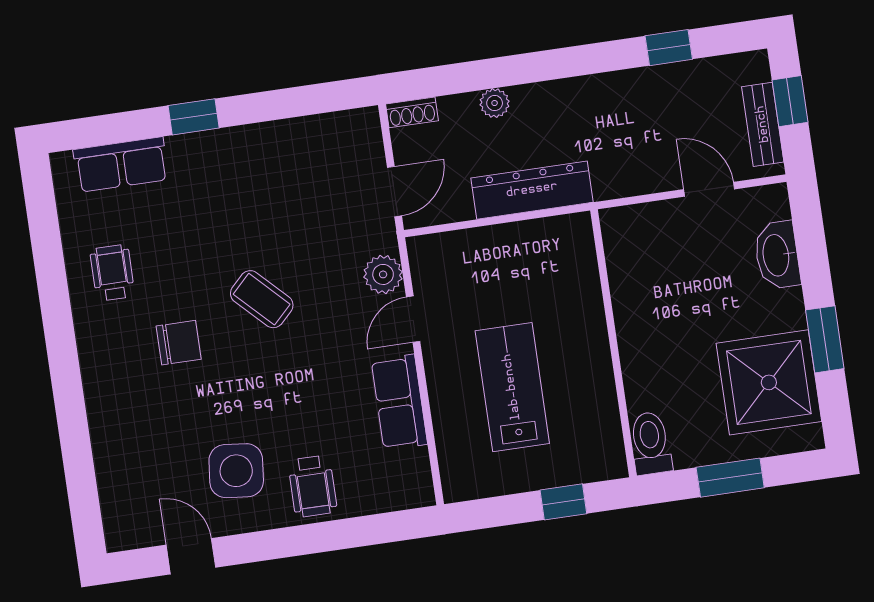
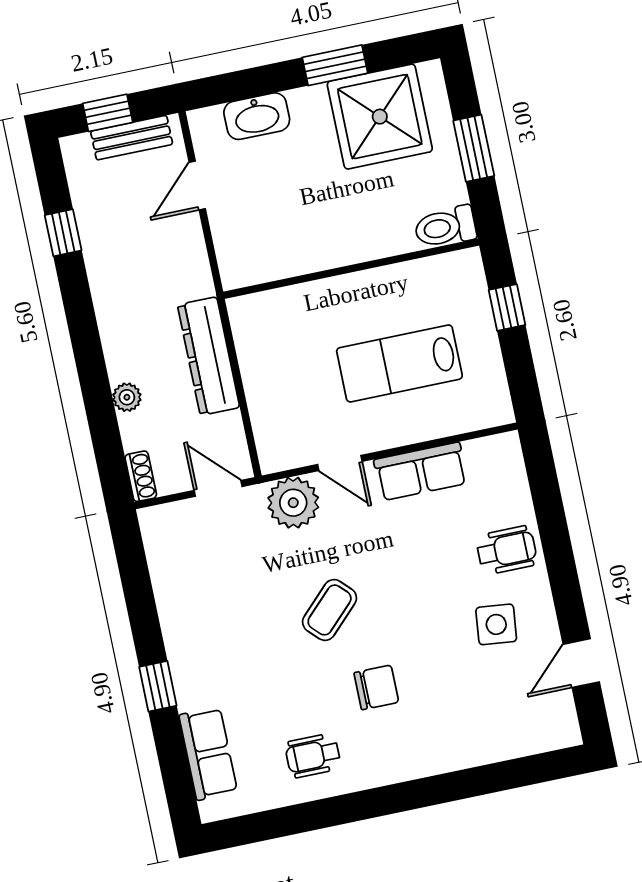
plant: (383, 274) -> (293, 503), width x1.36, depth x1.36
chair: (179, 343) -> (376, 687), turned 90
side table: (236, 471) -> (496, 624), width x0.73, depth x0.73

